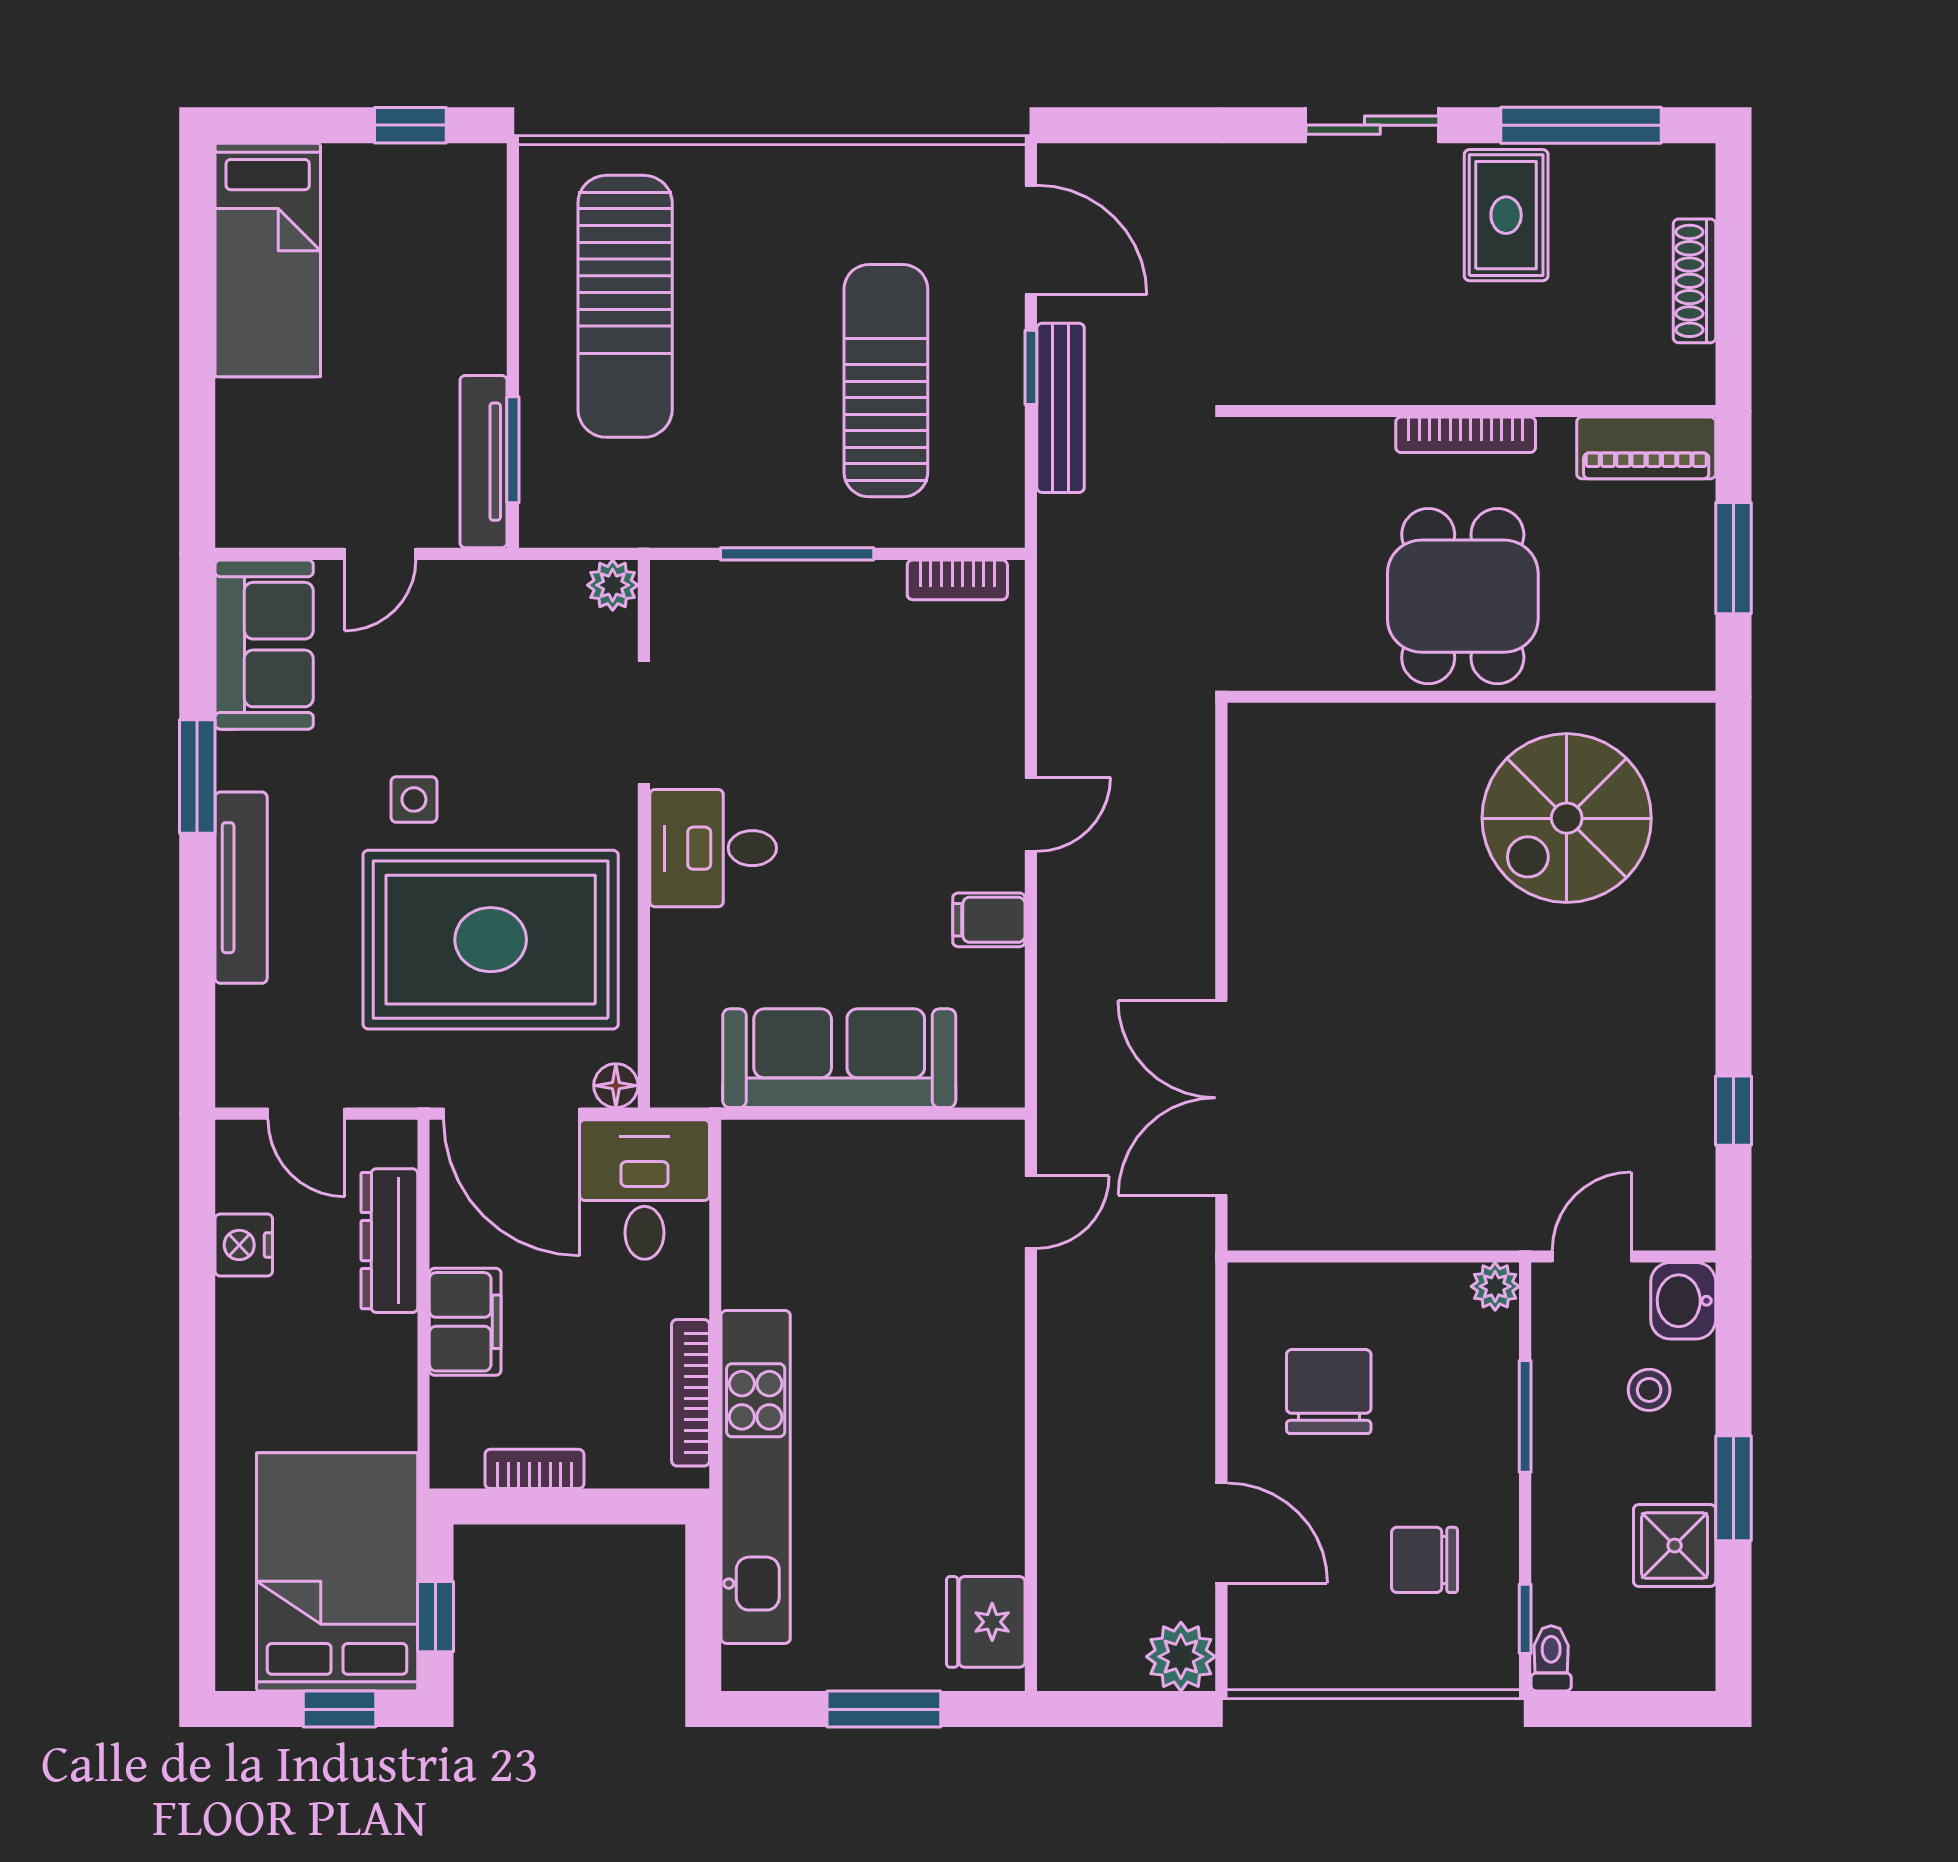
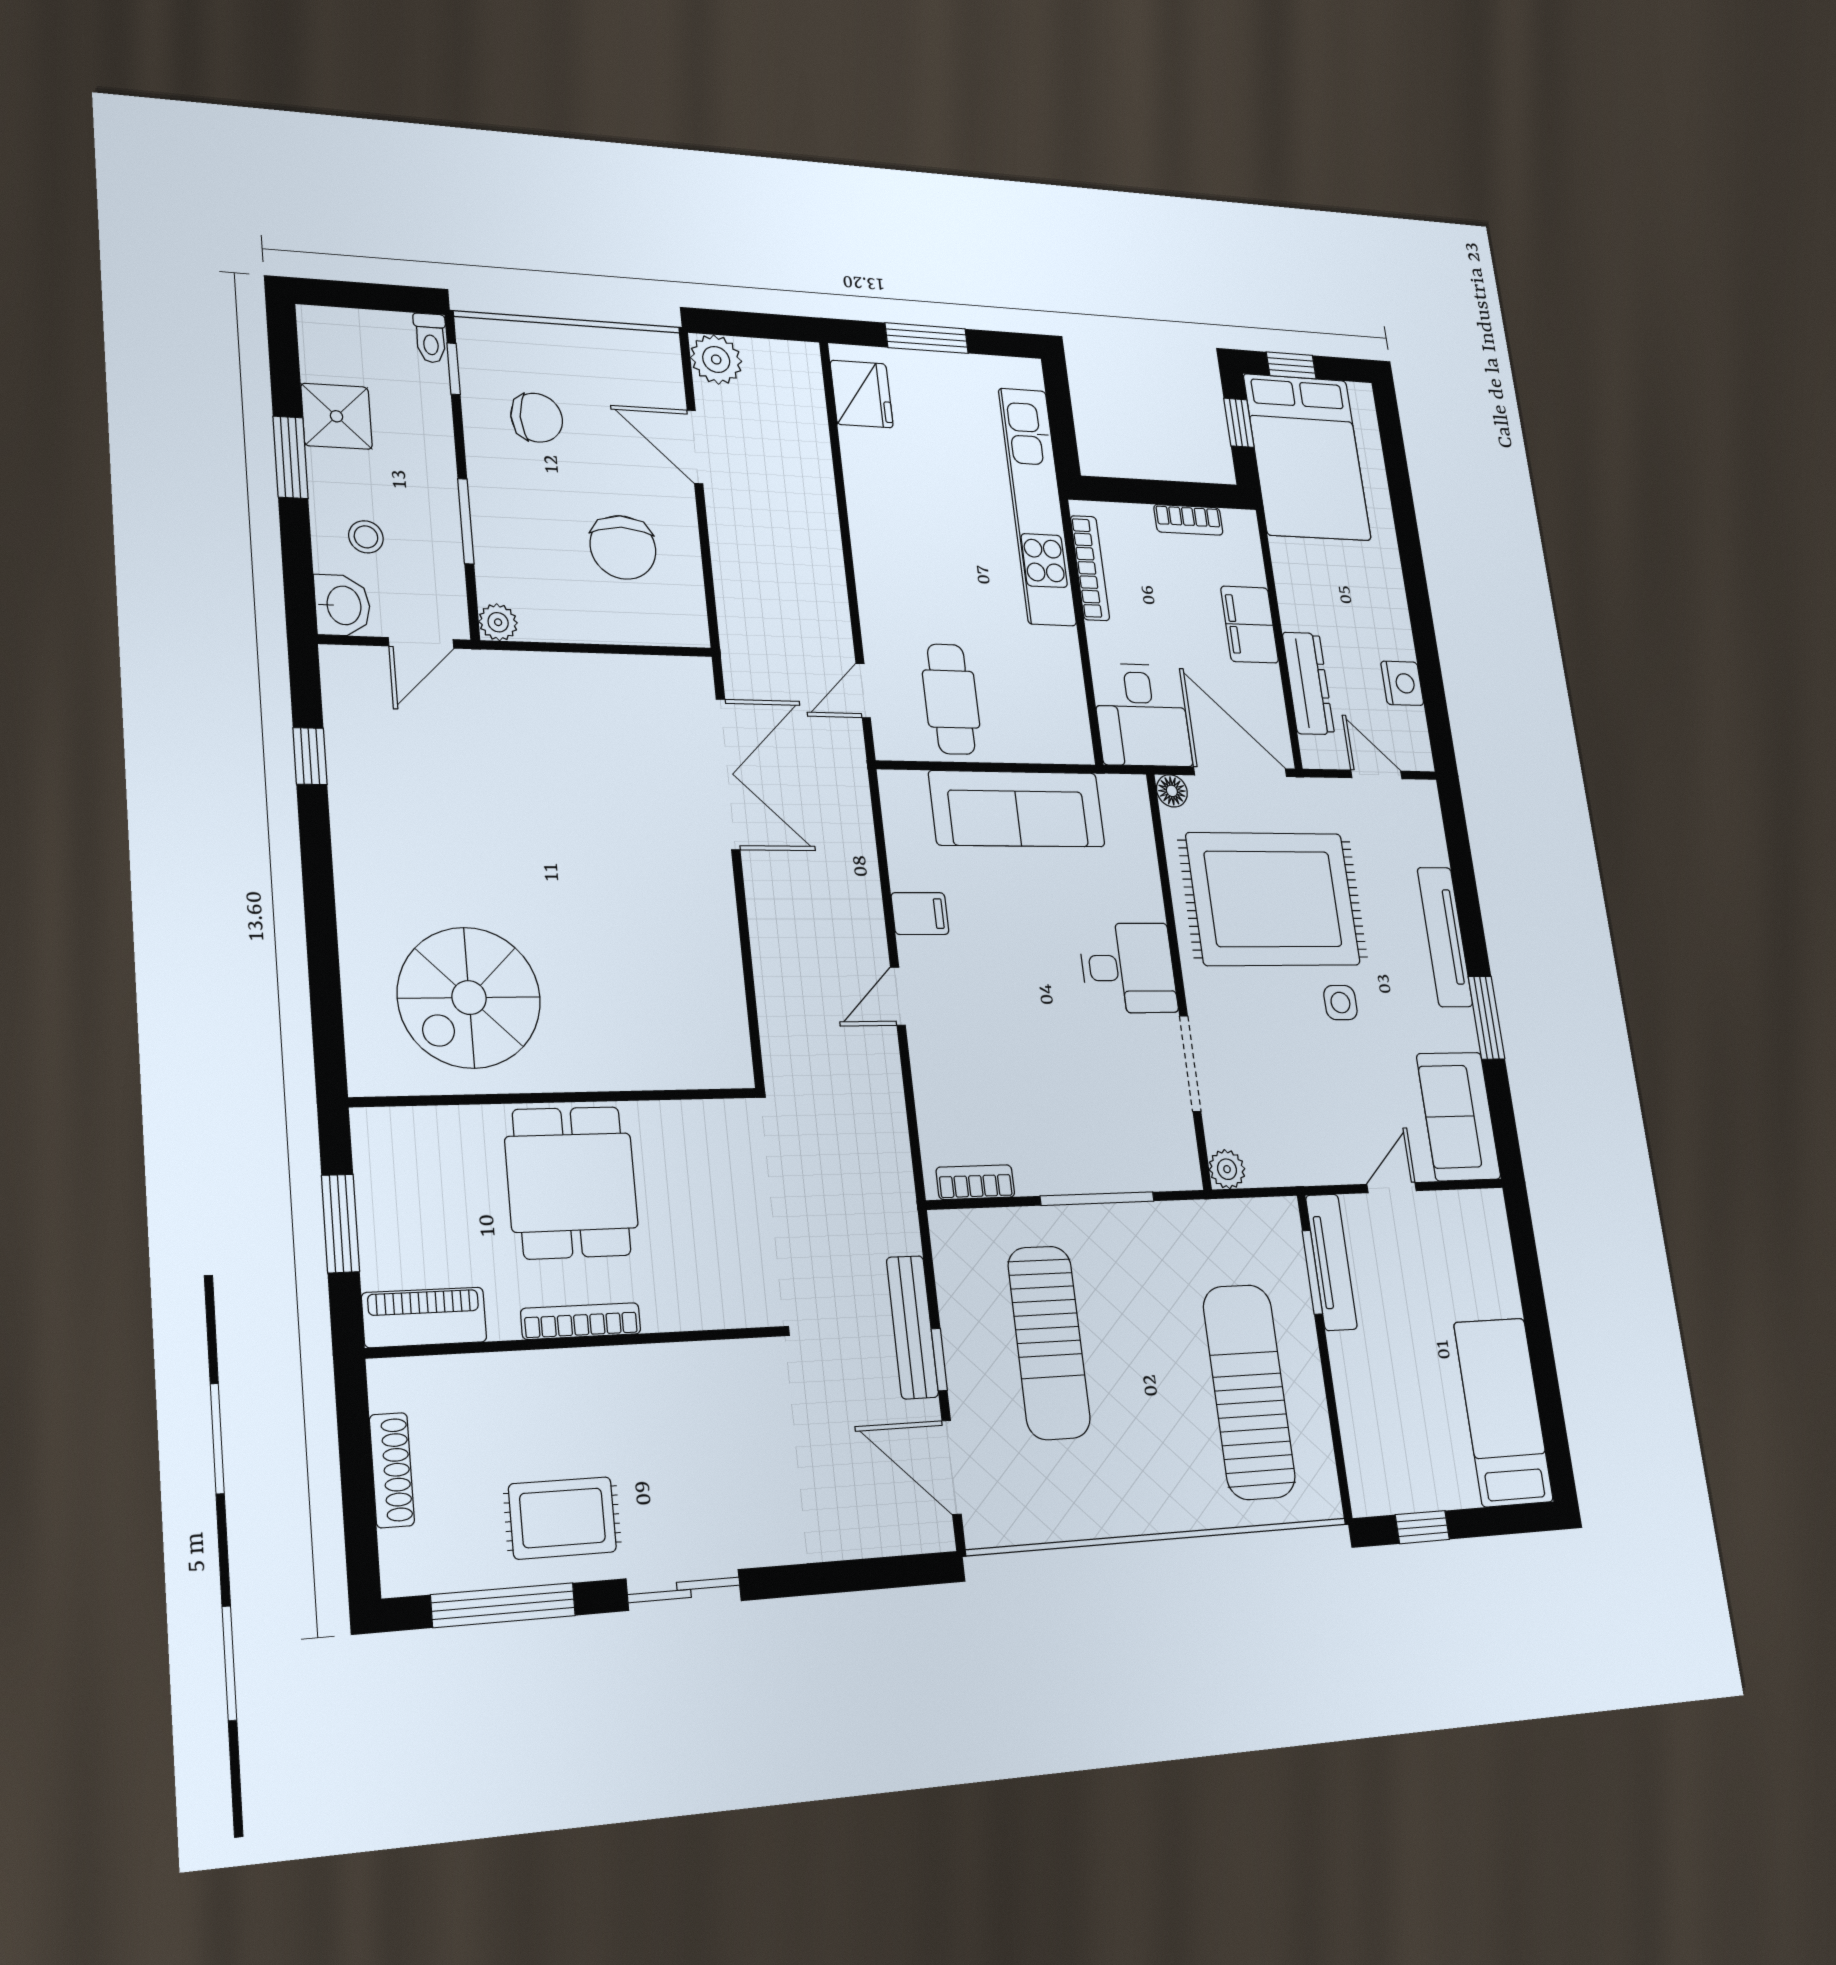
rug: (1506, 215) -> (562, 1518), turned 90
spiral stairs: (1567, 818) -> (469, 998), turned 180
cafe table: (912, 1204) -> (951, 699), added

